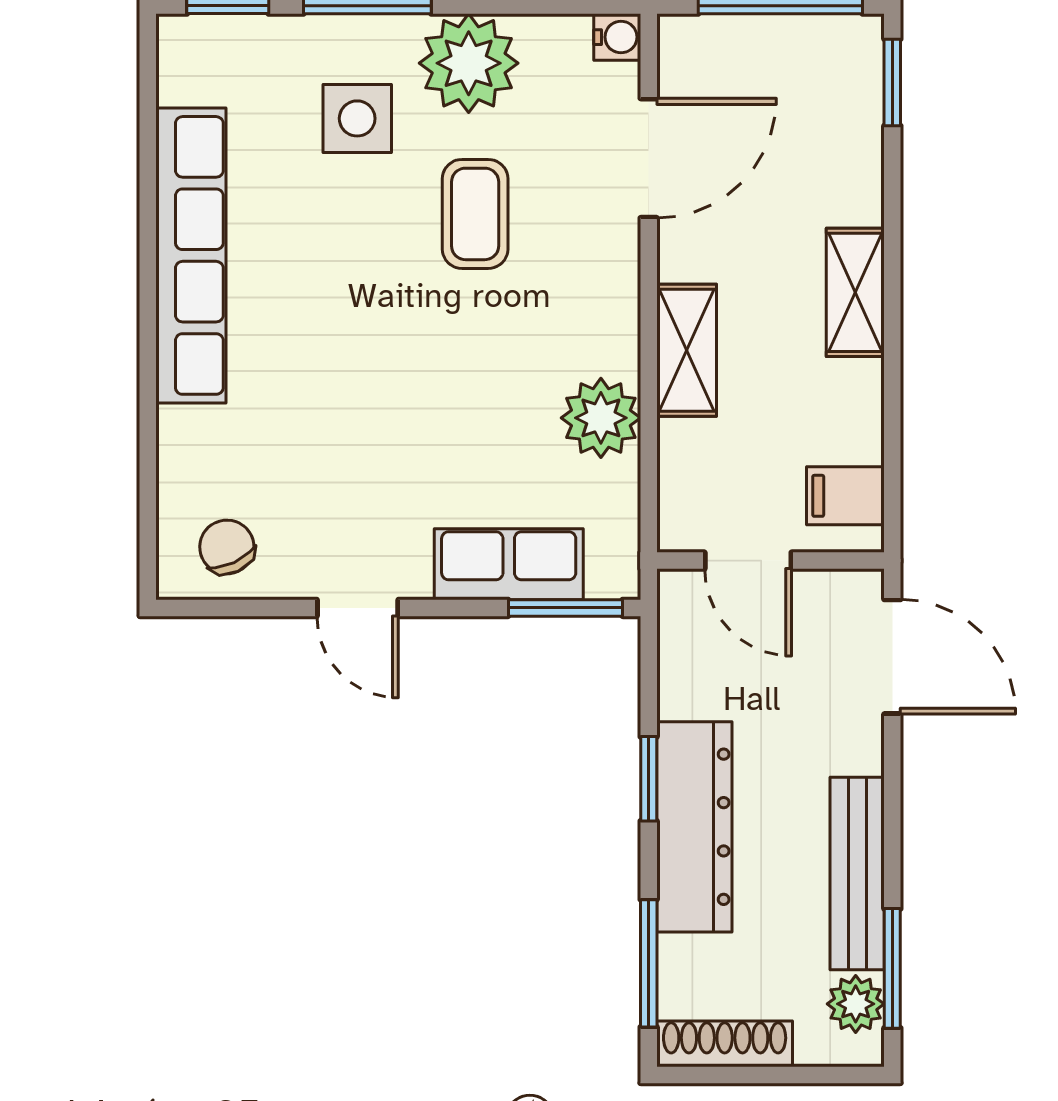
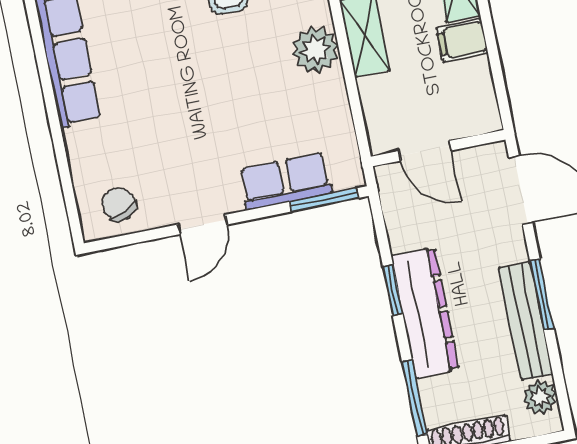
plant: (601, 418) -> (315, 50), moved
filing cabinet: (845, 496) -> (462, 40), moved
door: (358, 608) -> (203, 224), hinge flipped
window: (892, 968) -> (542, 294), moved

